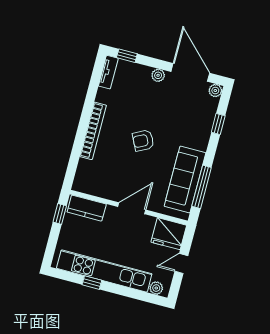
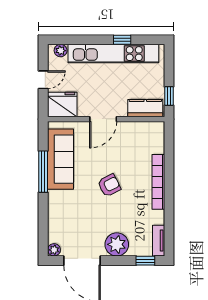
plant: (158, 75) -> (117, 244), width x1.88, depth x1.88
window: (218, 124) -> (43, 219), removed
window: (202, 187) -> (43, 172), moved

